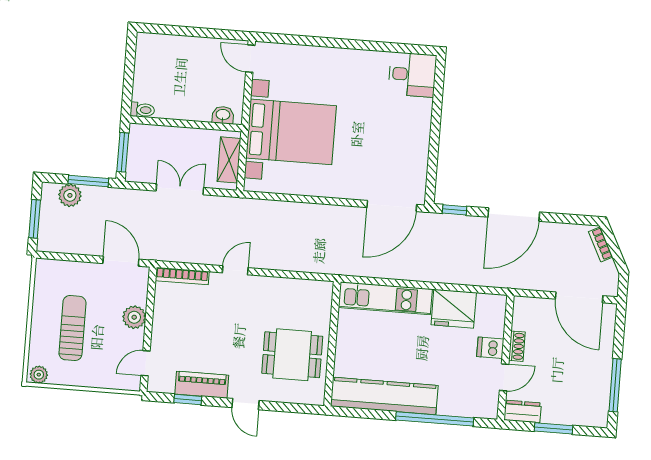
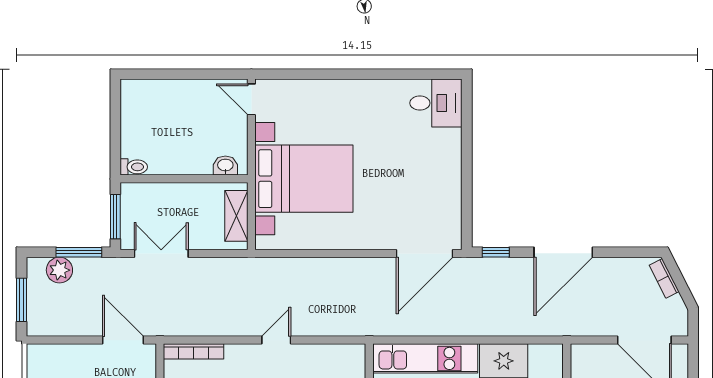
double door: (180, 189) -> (161, 253), moved
door: (235, 270) -> (276, 340), moved

